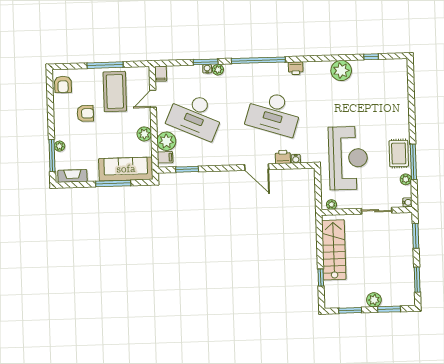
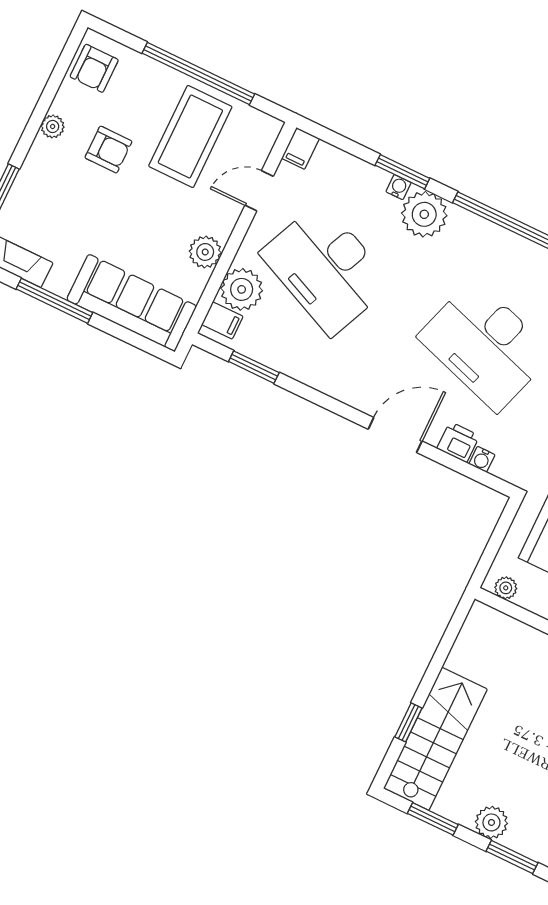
window: (105, 65) -> (198, 74), width x1.46
plant: (218, 70) -> (424, 214), width x1.88, depth x1.88
plant: (59, 146) -> (53, 126), moved
door: (257, 167) -> (395, 435), swing flipped
window: (113, 183) -> (54, 301), moved
stairs: (334, 250) -> (435, 739), moved

